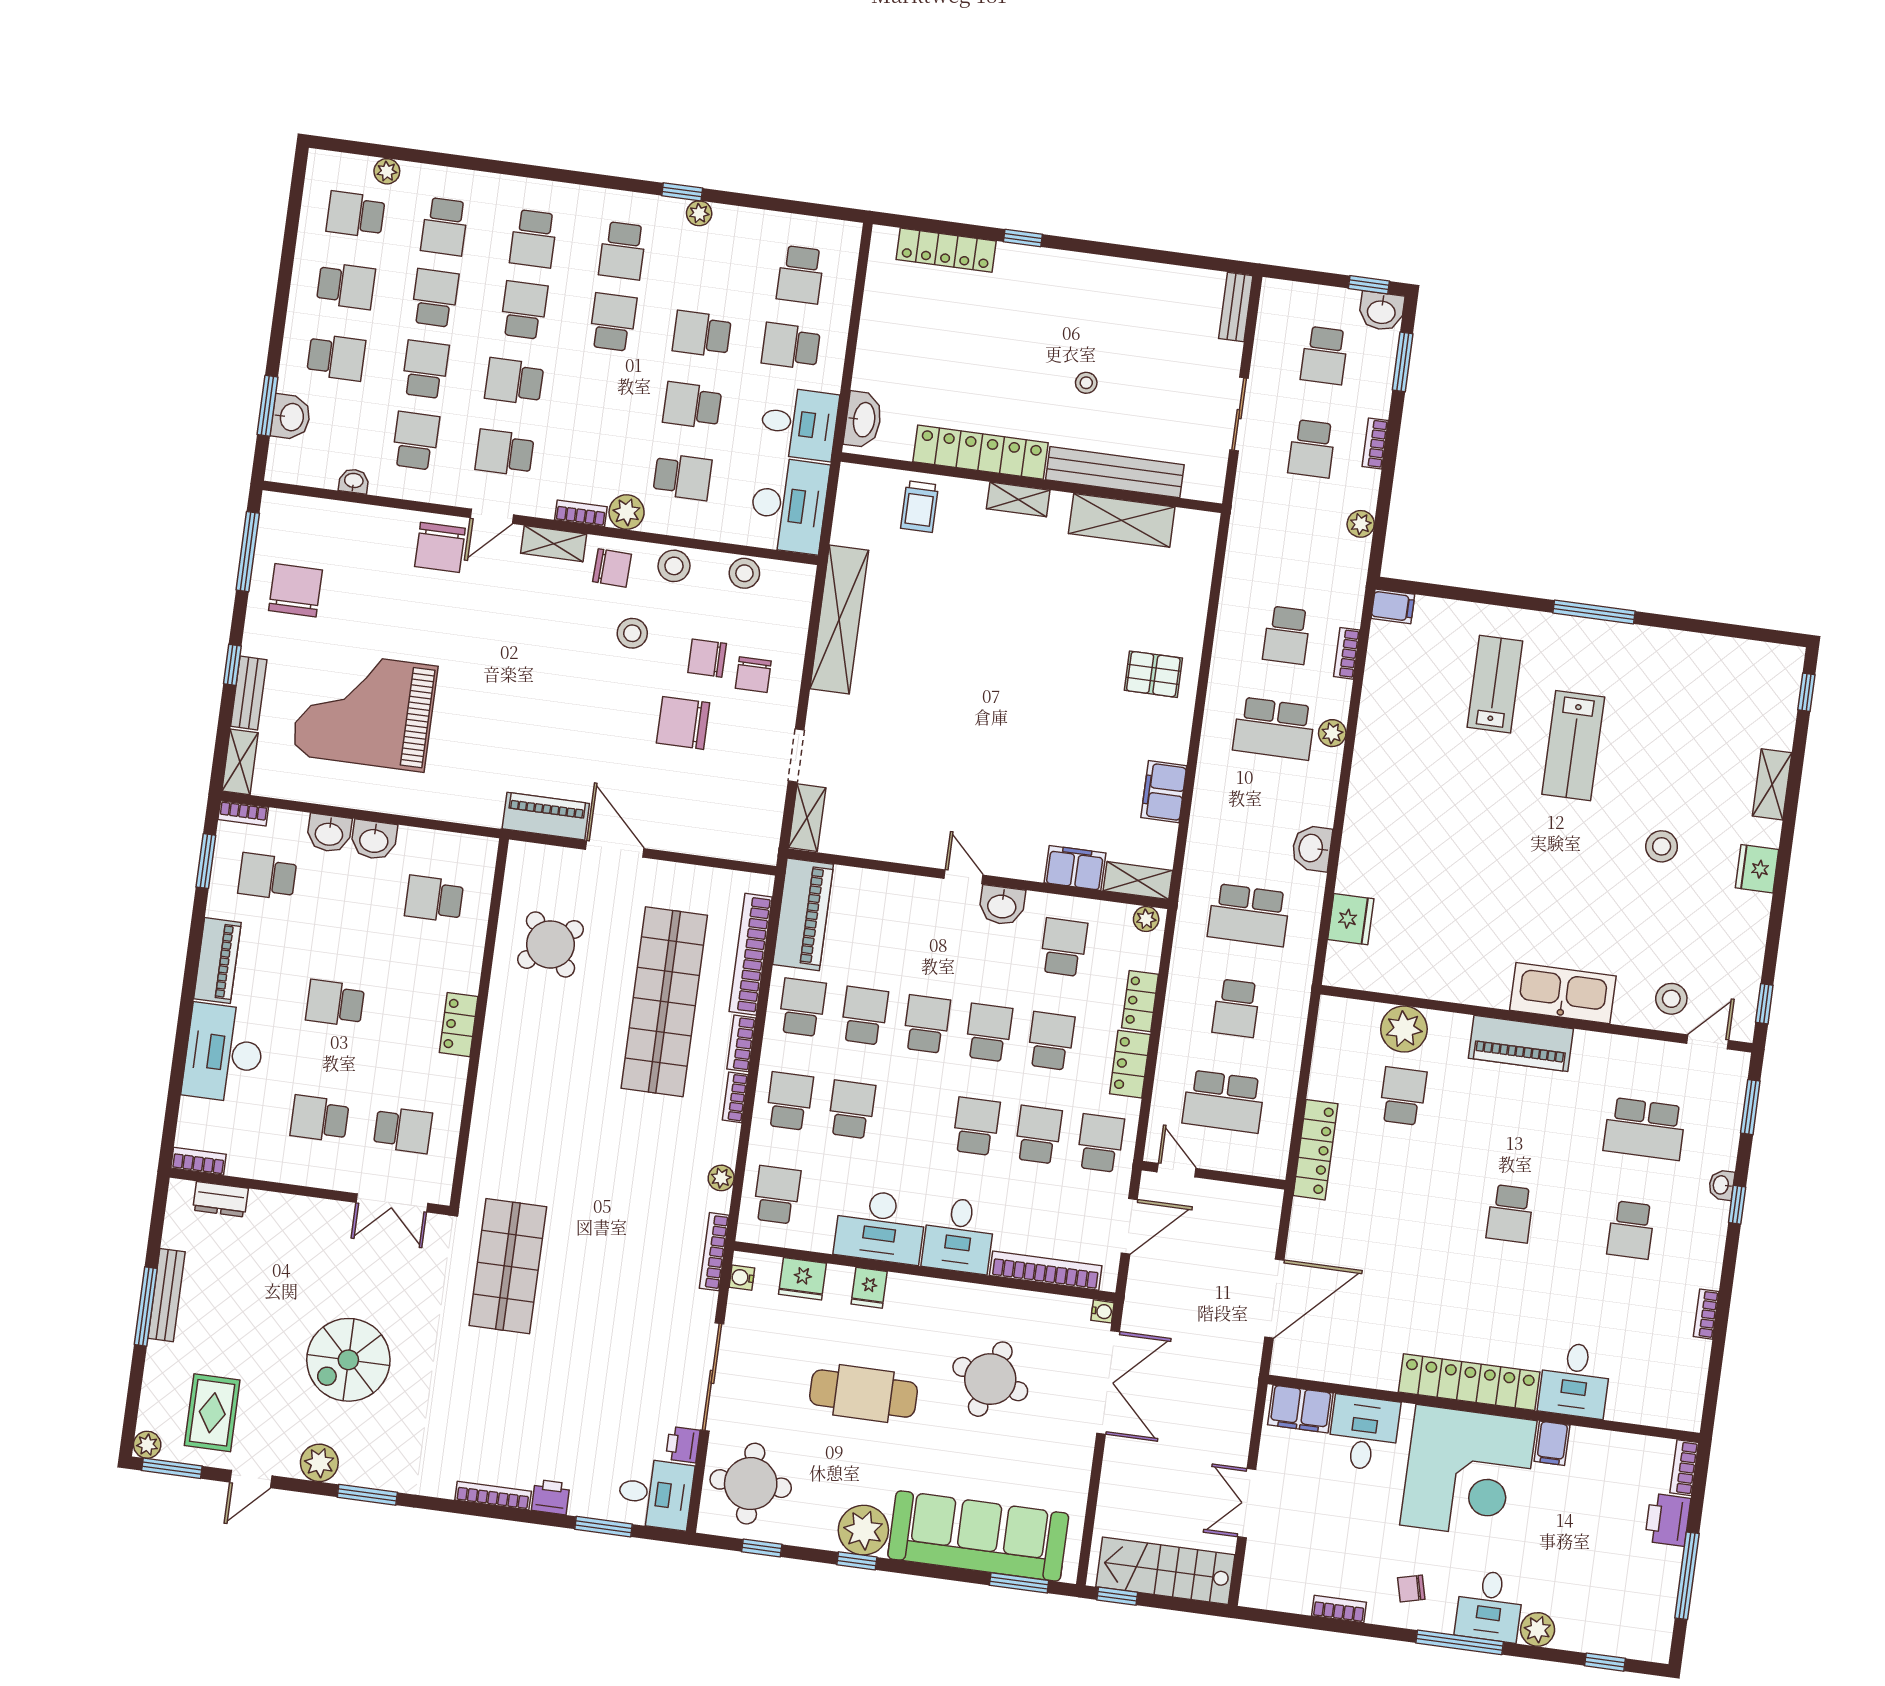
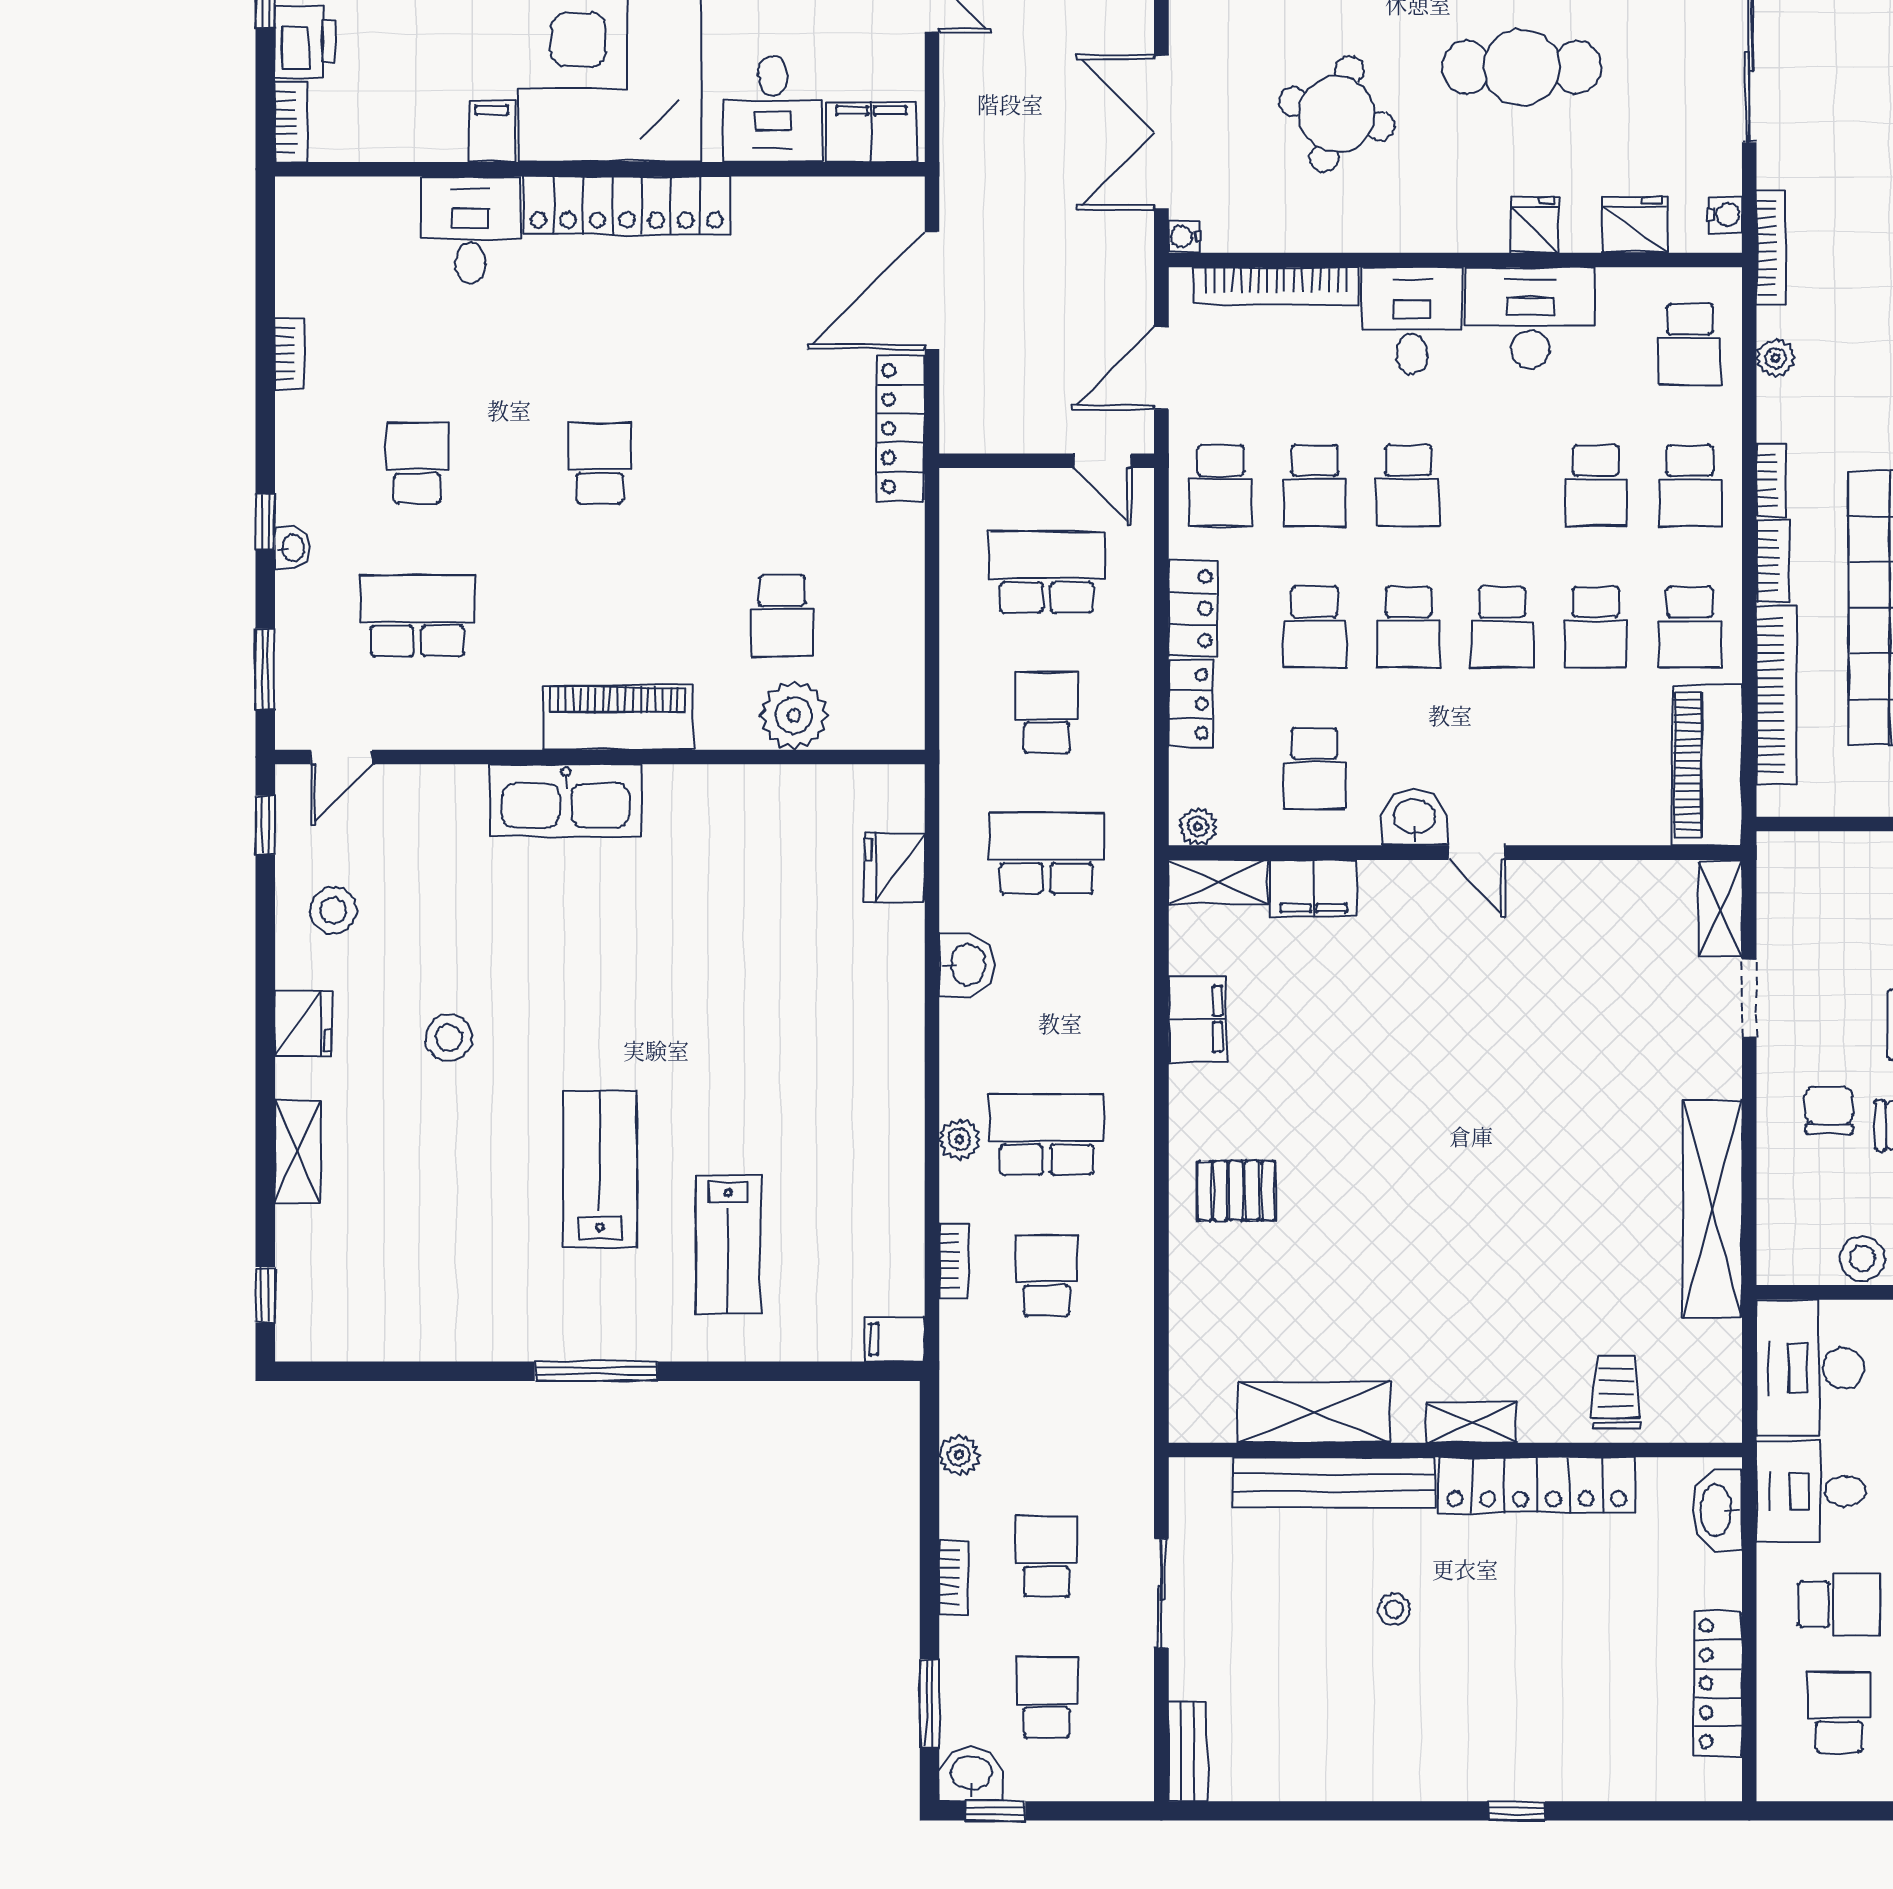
locker: (946, 250) -> (1718, 1683), moved, turned -90
stool: (1671, 999) -> (333, 911), moved
locker: (1316, 1150) -> (901, 429), moved

